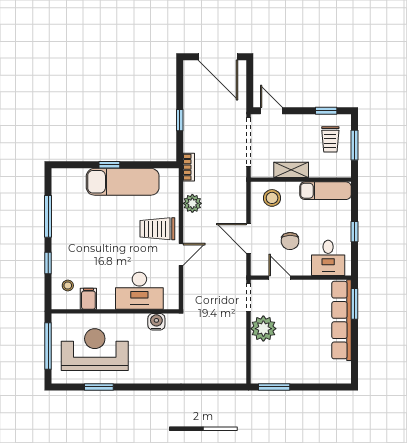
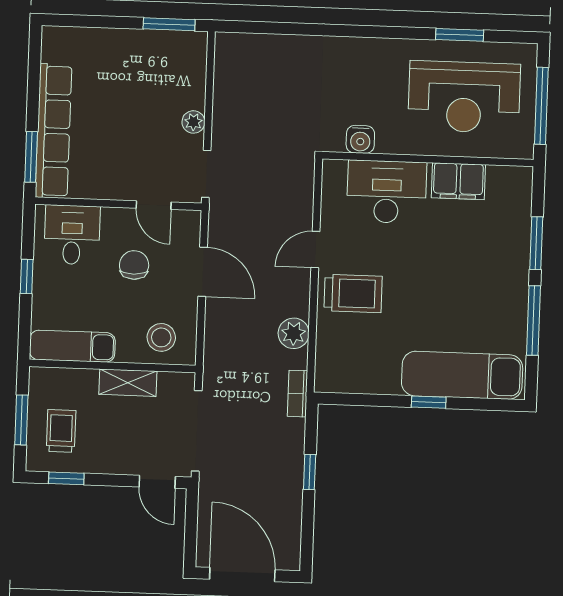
exam couch: (123, 182) -> (462, 375), moved
window: (48, 263) -> (536, 243), width x1.50
stool: (68, 286) -> (505, 205), removed
filing cabinet: (88, 299) -> (458, 181), width x2.00
plant: (263, 329) -> (193, 122), width x0.53, depth x0.53

